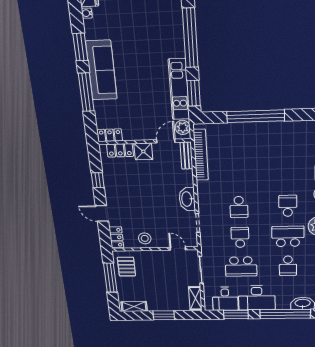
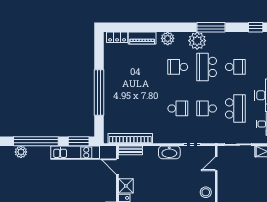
plant: (183, 127) -> (21, 152), moved

